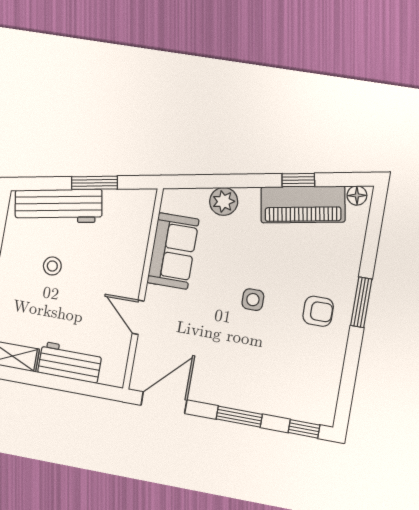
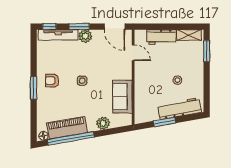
window: (298, 180) -> (71, 138), width x3.17
door: (138, 317) -> (133, 53), moved
plant: (230, 394) -> (85, 36), added
door: (164, 403) -> (115, 27), hinge flipped
tv unit: (288, 407) -> (58, 35), added

